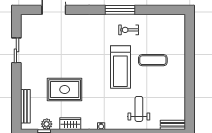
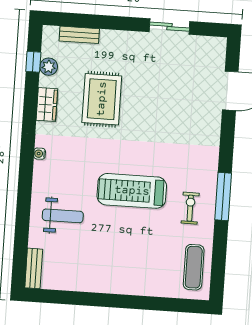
exercise mat: (153, 60) -> (194, 267), moved
bench: (25, 106) -> (79, 35), width x0.73

